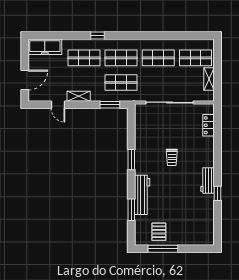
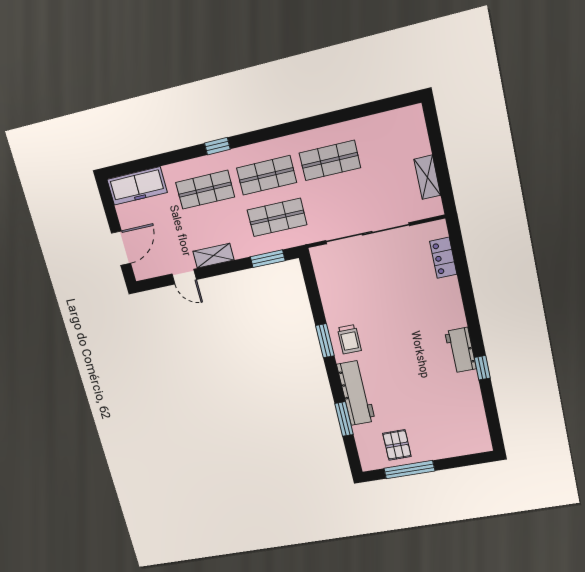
shop shelf: (195, 58) -> (395, 145), removed
trolley: (172, 157) -> (349, 339), moved

